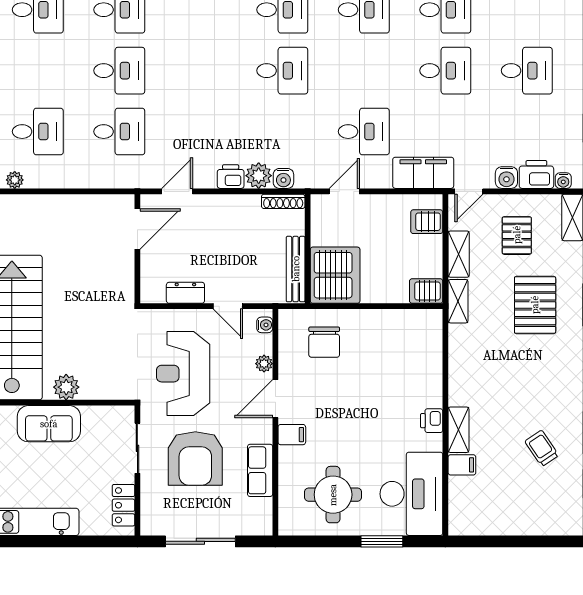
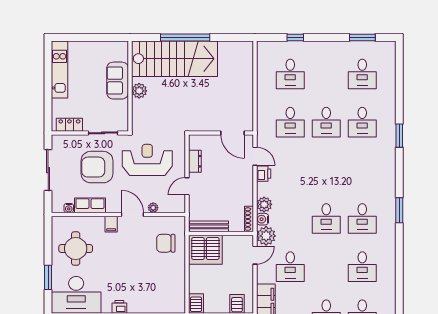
printer: (231, 177) -> (264, 174), moved
plant: (15, 180) -> (266, 236), moved, width x1.88, depth x1.88
door: (344, 191) -> (255, 255), hinge flipped
water cooler: (265, 325) -> (69, 208), moved

